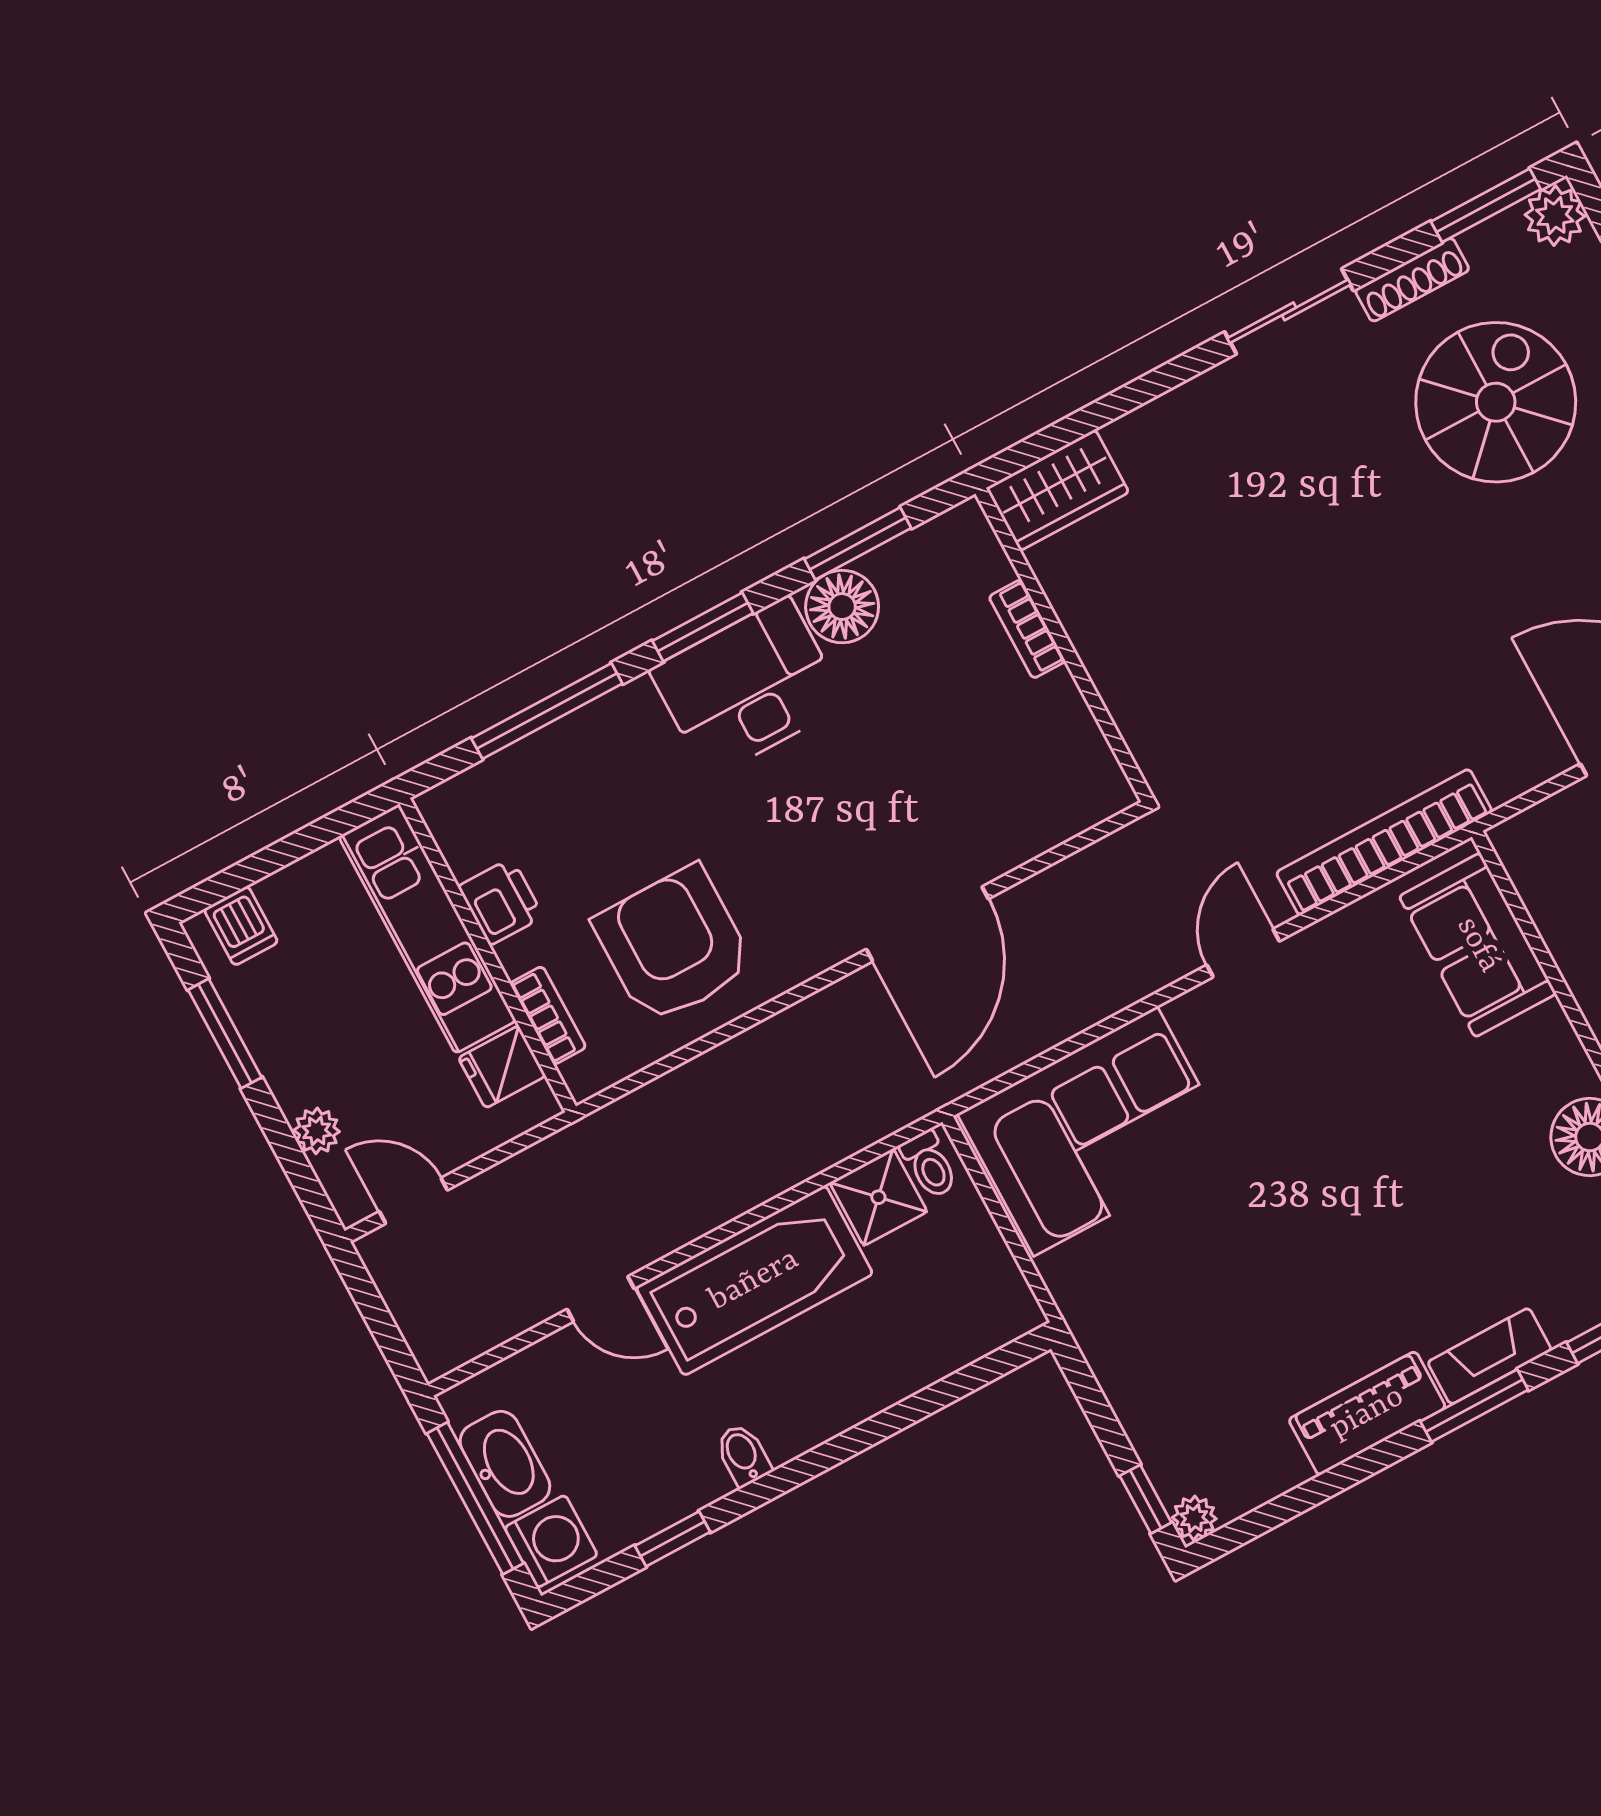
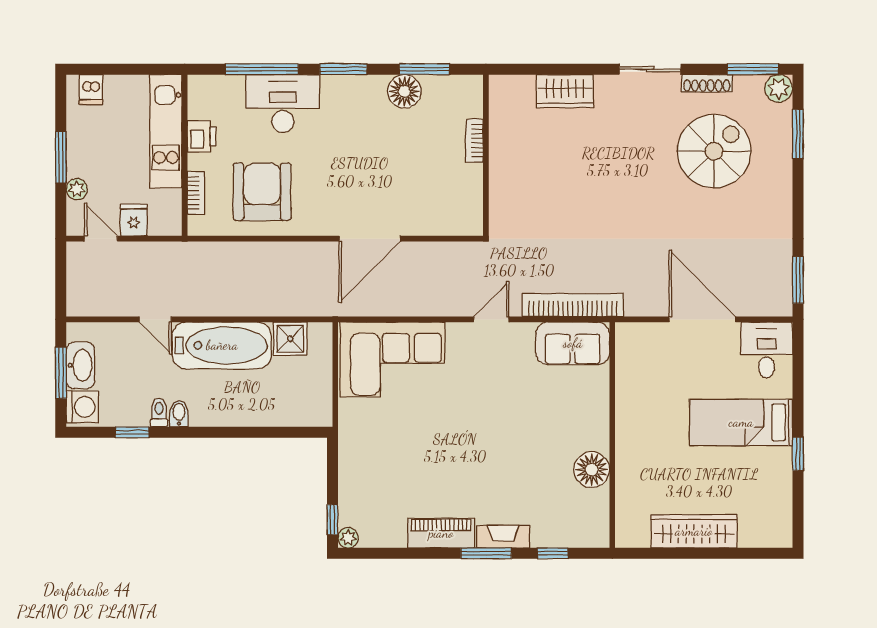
wardrobe: (1058, 490) -> (565, 91), moved
desk: (748, 687) -> (283, 104), moved
sofa: (1478, 945) -> (573, 343), moved, turned -90
window: (225, 1034) -> (61, 157), moved
fridge: (502, 1067) -> (134, 220), moved, turned 90
toilet: (929, 1164) -> (159, 412), moved, turned 180
window: (475, 1498) -> (61, 373), width x0.69

